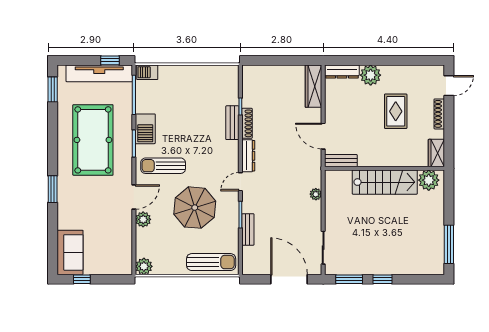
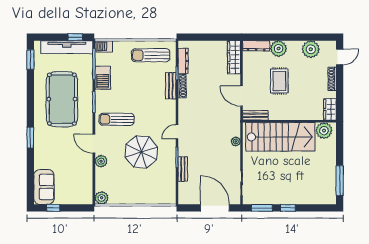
plant: (412, 76) -> (311, 49), added
rug: (396, 111) -> (279, 81), moved
barbecue: (145, 129) -> (103, 78), moved
dresser: (248, 156) -> (183, 61), moved
stairs: (385, 182) -> (280, 137), width x1.36, depth x1.51
door: (134, 197) -> (94, 144), swing flipped
sun lounger: (211, 262) -> (151, 55), moved, turned 180

